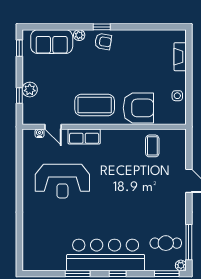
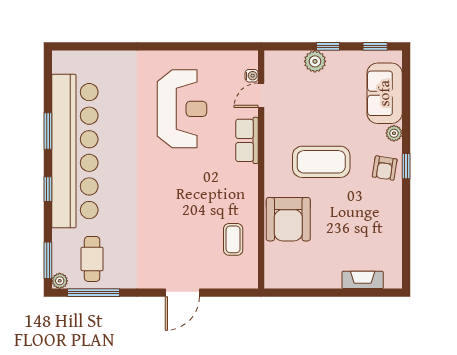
window: (19, 96) -> (328, 46), moved
side table: (177, 96) -> (306, 276), removed
coffee table: (95, 105) -> (321, 162), moved, turned 90
coffee table: (152, 146) -> (233, 239), turned 90
reception desk: (62, 181) -> (182, 109), turned 180
bar counter: (106, 255) -> (75, 151), width x1.36

